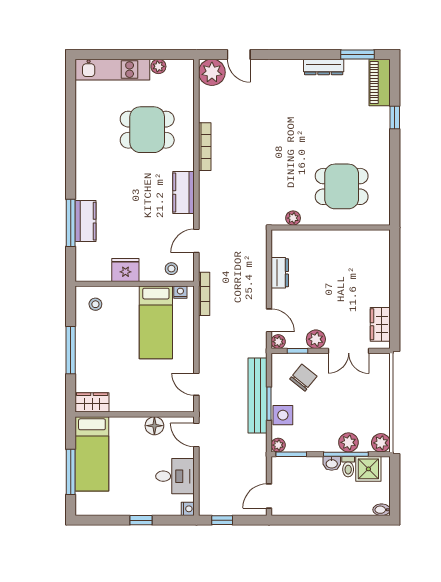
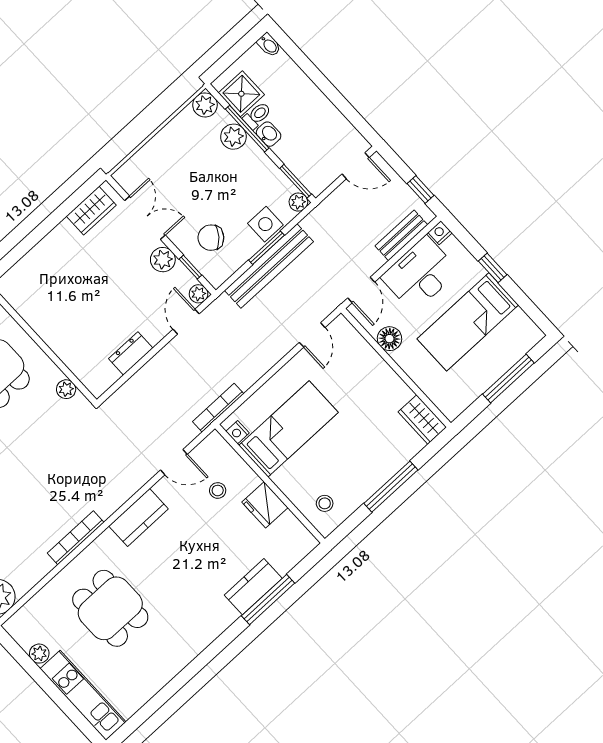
stool: (171, 269) -> (218, 490), moved
bed: (92, 454) -> (468, 322), moved, turned 180
desk: (175, 476) -> (420, 274), width x1.37
bench: (206, 486) -> (401, 235), added

